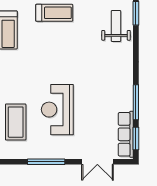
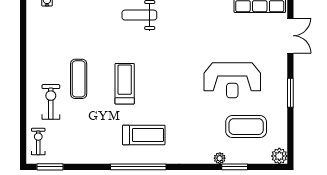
window: (46, 162) -> (290, 93), width x0.69

